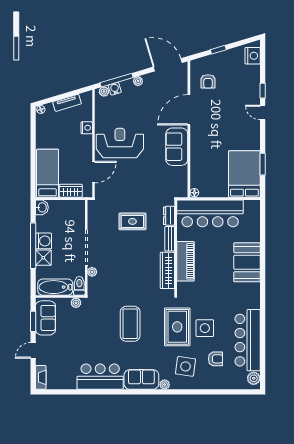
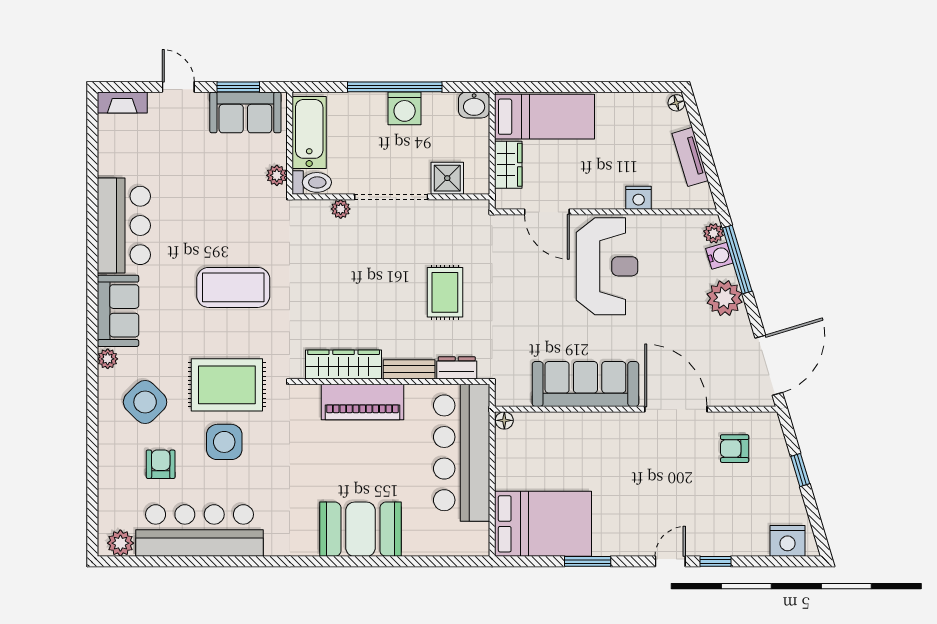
plant: (138, 81) -> (725, 298), width x1.87, depth x1.87
sofa: (177, 147) -> (585, 384), width x1.36
window: (263, 164) -> (588, 561), moved
shower: (43, 258) -> (447, 178), moved
armchair: (216, 359) -> (161, 464), turned 180
side table: (185, 366) -> (145, 402), turned 37

